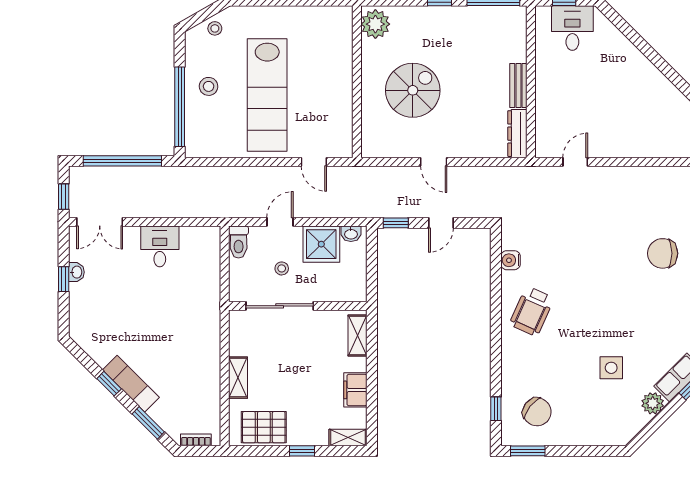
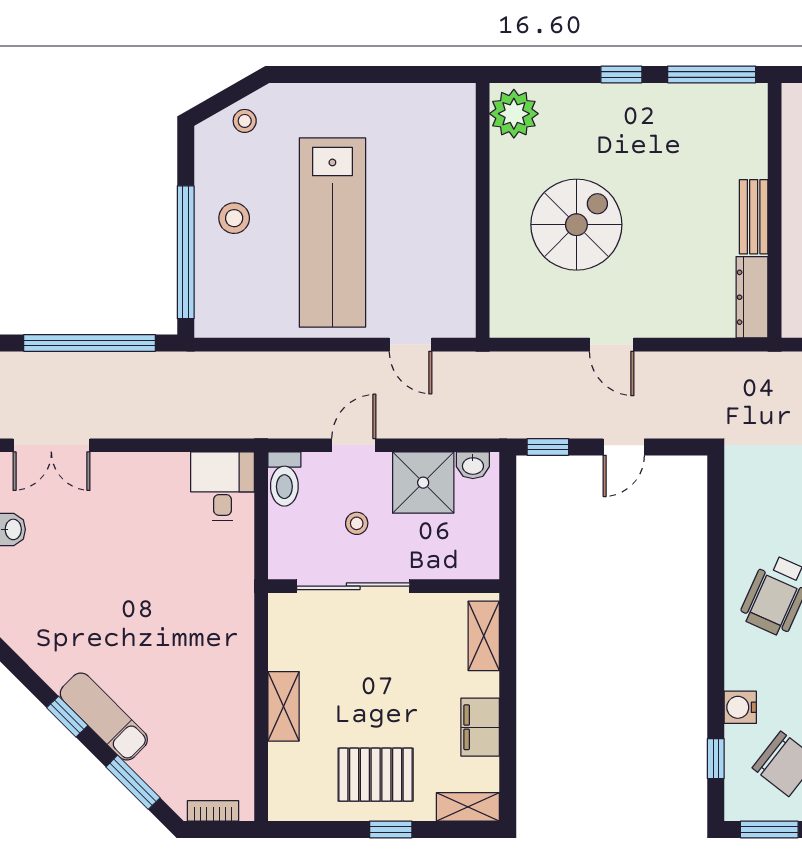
desk: (160, 246) -> (223, 486), moved
water cooler: (510, 260) -> (740, 707), moved
pallet: (264, 427) -> (376, 775), moved

